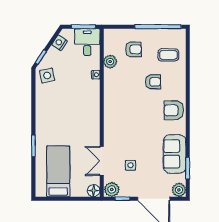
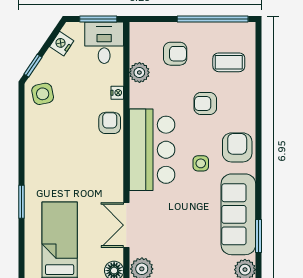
armchair: (153, 82) -> (205, 104), turned 180
armchair: (91, 94) -> (110, 123), added
armchair: (174, 110) -> (237, 147), turned 90
bar counter: (118, 112) -> (152, 150), added
sofa: (175, 154) -> (238, 214), width x1.36
side table: (130, 165) -> (201, 163), moved

